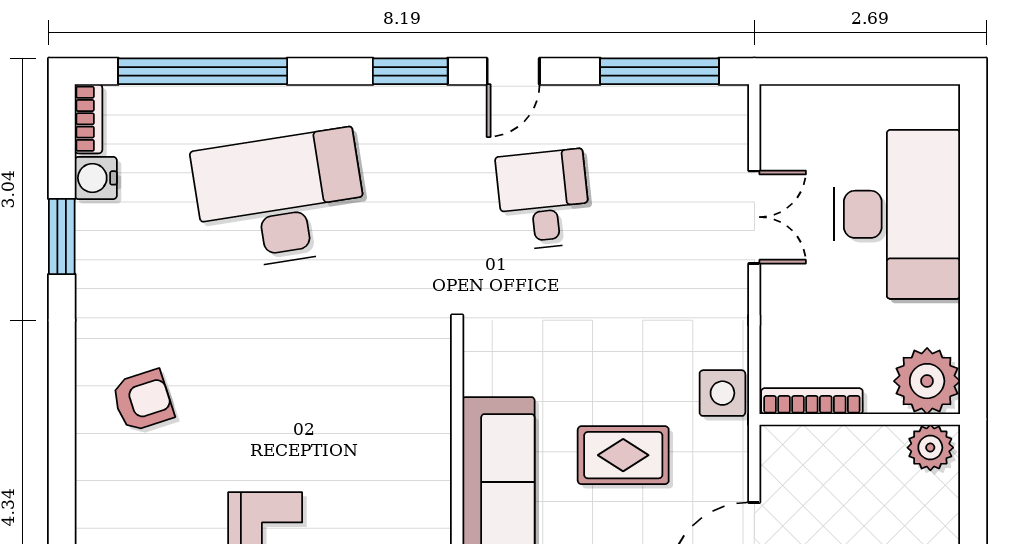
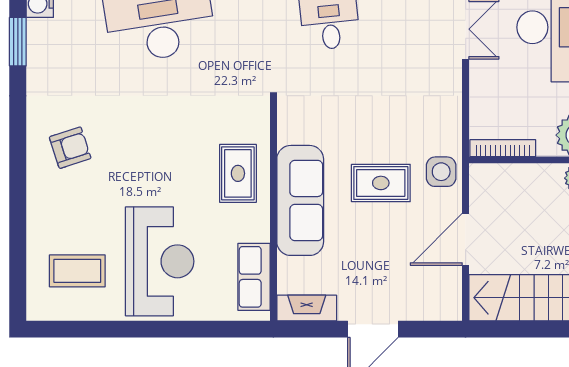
side table: (722, 393) -> (441, 172), moved
rug: (402, 440) -> (238, 173), added

